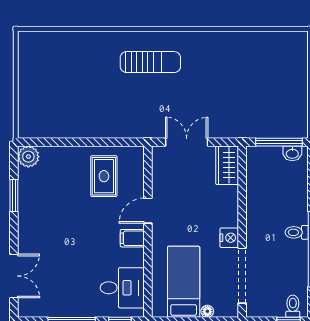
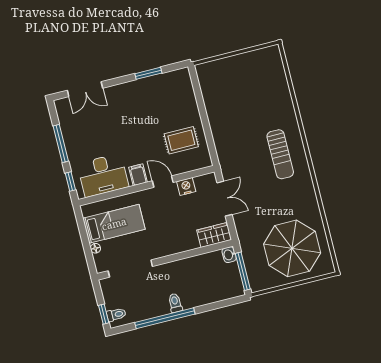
parasol: (267, 76) -> (292, 248), added
washbasin: (292, 153) -> (229, 255), moved
plant: (28, 157) -> (182, 77), removed
nightstand: (229, 238) -> (186, 186), moved, turned 180
desk: (122, 288) -> (103, 175), width x1.37

